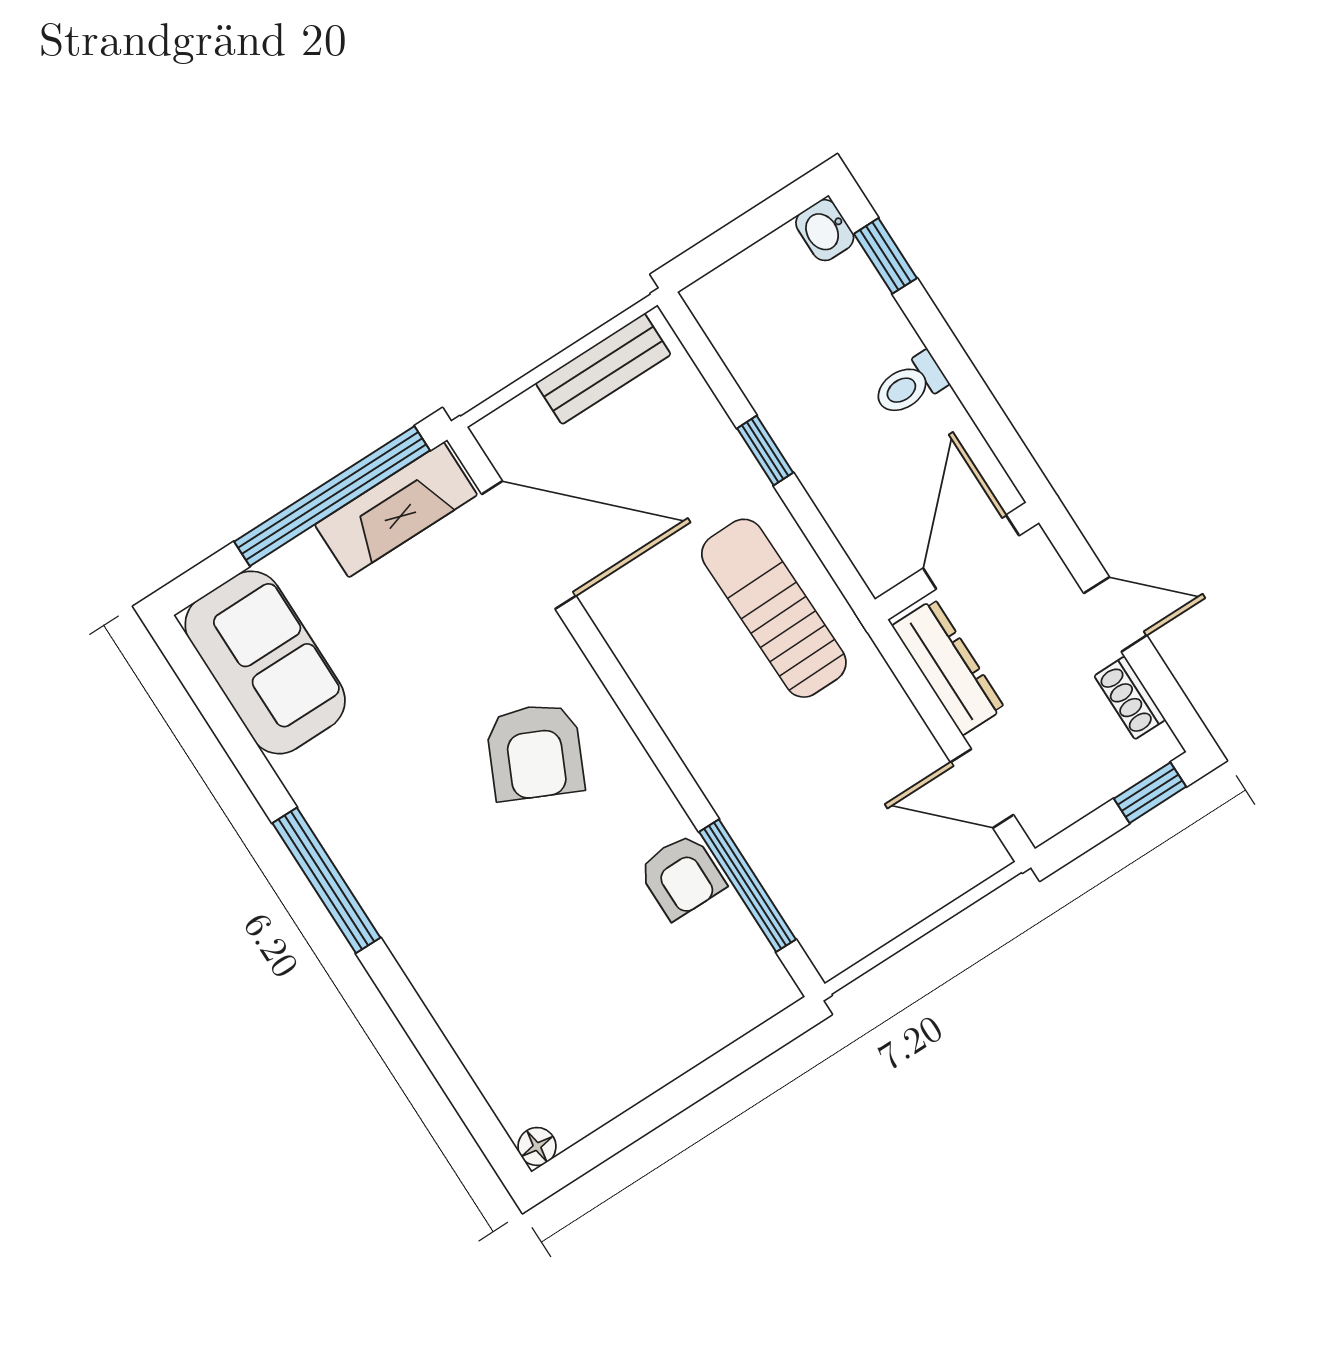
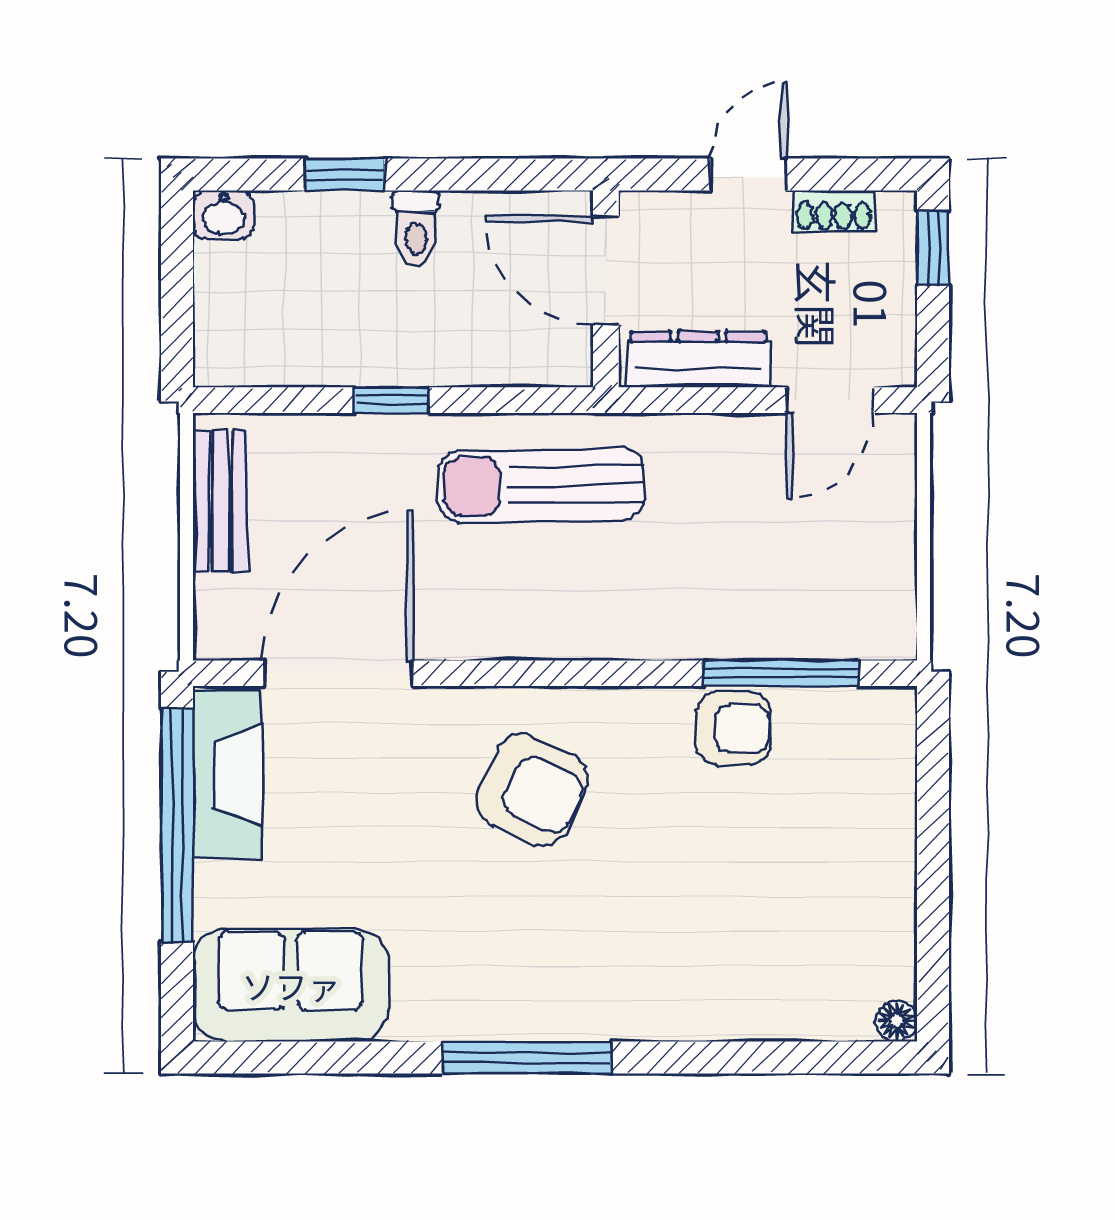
window: (885, 256) -> (345, 175), moved

